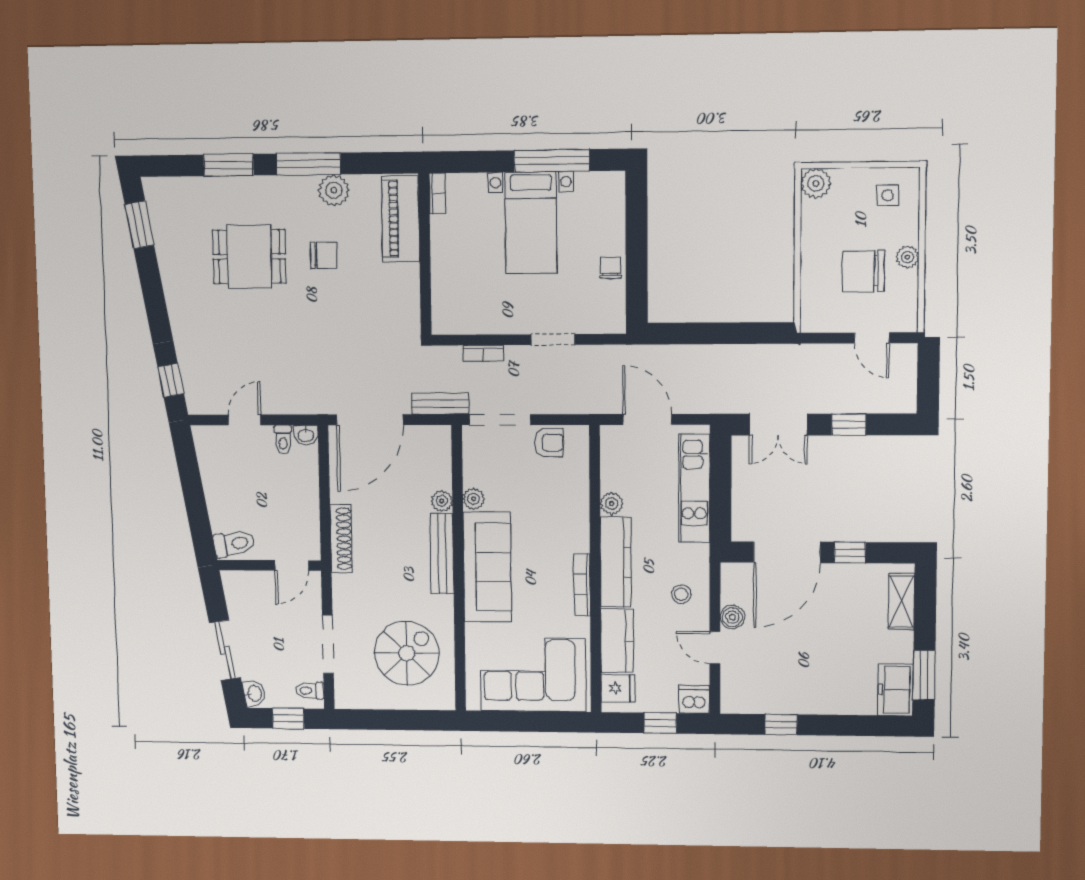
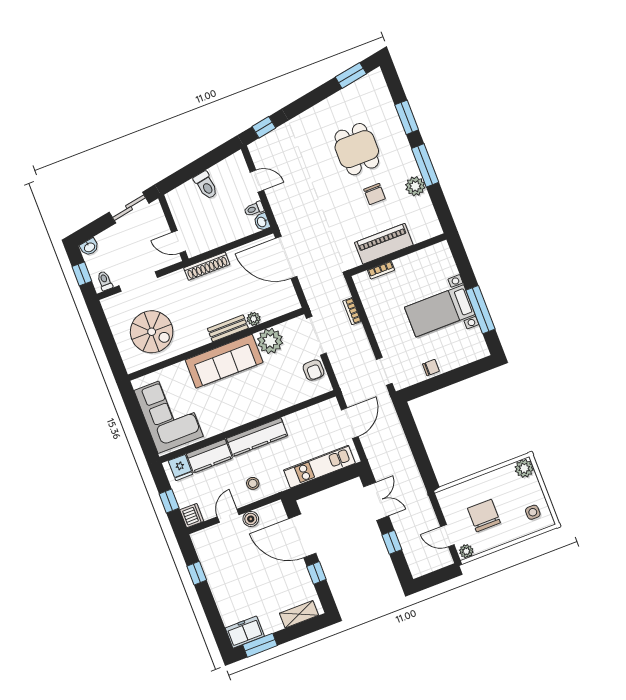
bookcase: (437, 193) -> (381, 270), moved
piano: (401, 219) -> (384, 244), moved
plant: (907, 257) -> (466, 551), moved
door: (872, 338) -> (447, 536), hinge flipped
doorway: (553, 340) -> (384, 371), moved
bench: (440, 404) -> (312, 296), removed
double door: (778, 425) -> (376, 501), swing flipped
plant: (474, 499) -> (270, 341), width x1.87, depth x1.87
plant: (612, 504) -> (291, 421), removed
toilet: (234, 544) -> (206, 185), moved
bench: (442, 554) -> (228, 328), width x0.73
bookcase: (582, 585) -> (235, 422), removed
sliding door: (225, 650) -> (129, 208), moved

